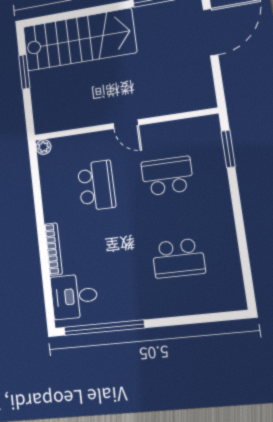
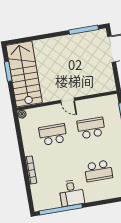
stairs: (79, 40) -> (24, 74), moved, turned -90
school desk: (96, 185) -> (53, 135), turned -90
desk: (74, 296) -> (71, 193), moved, turned -90

